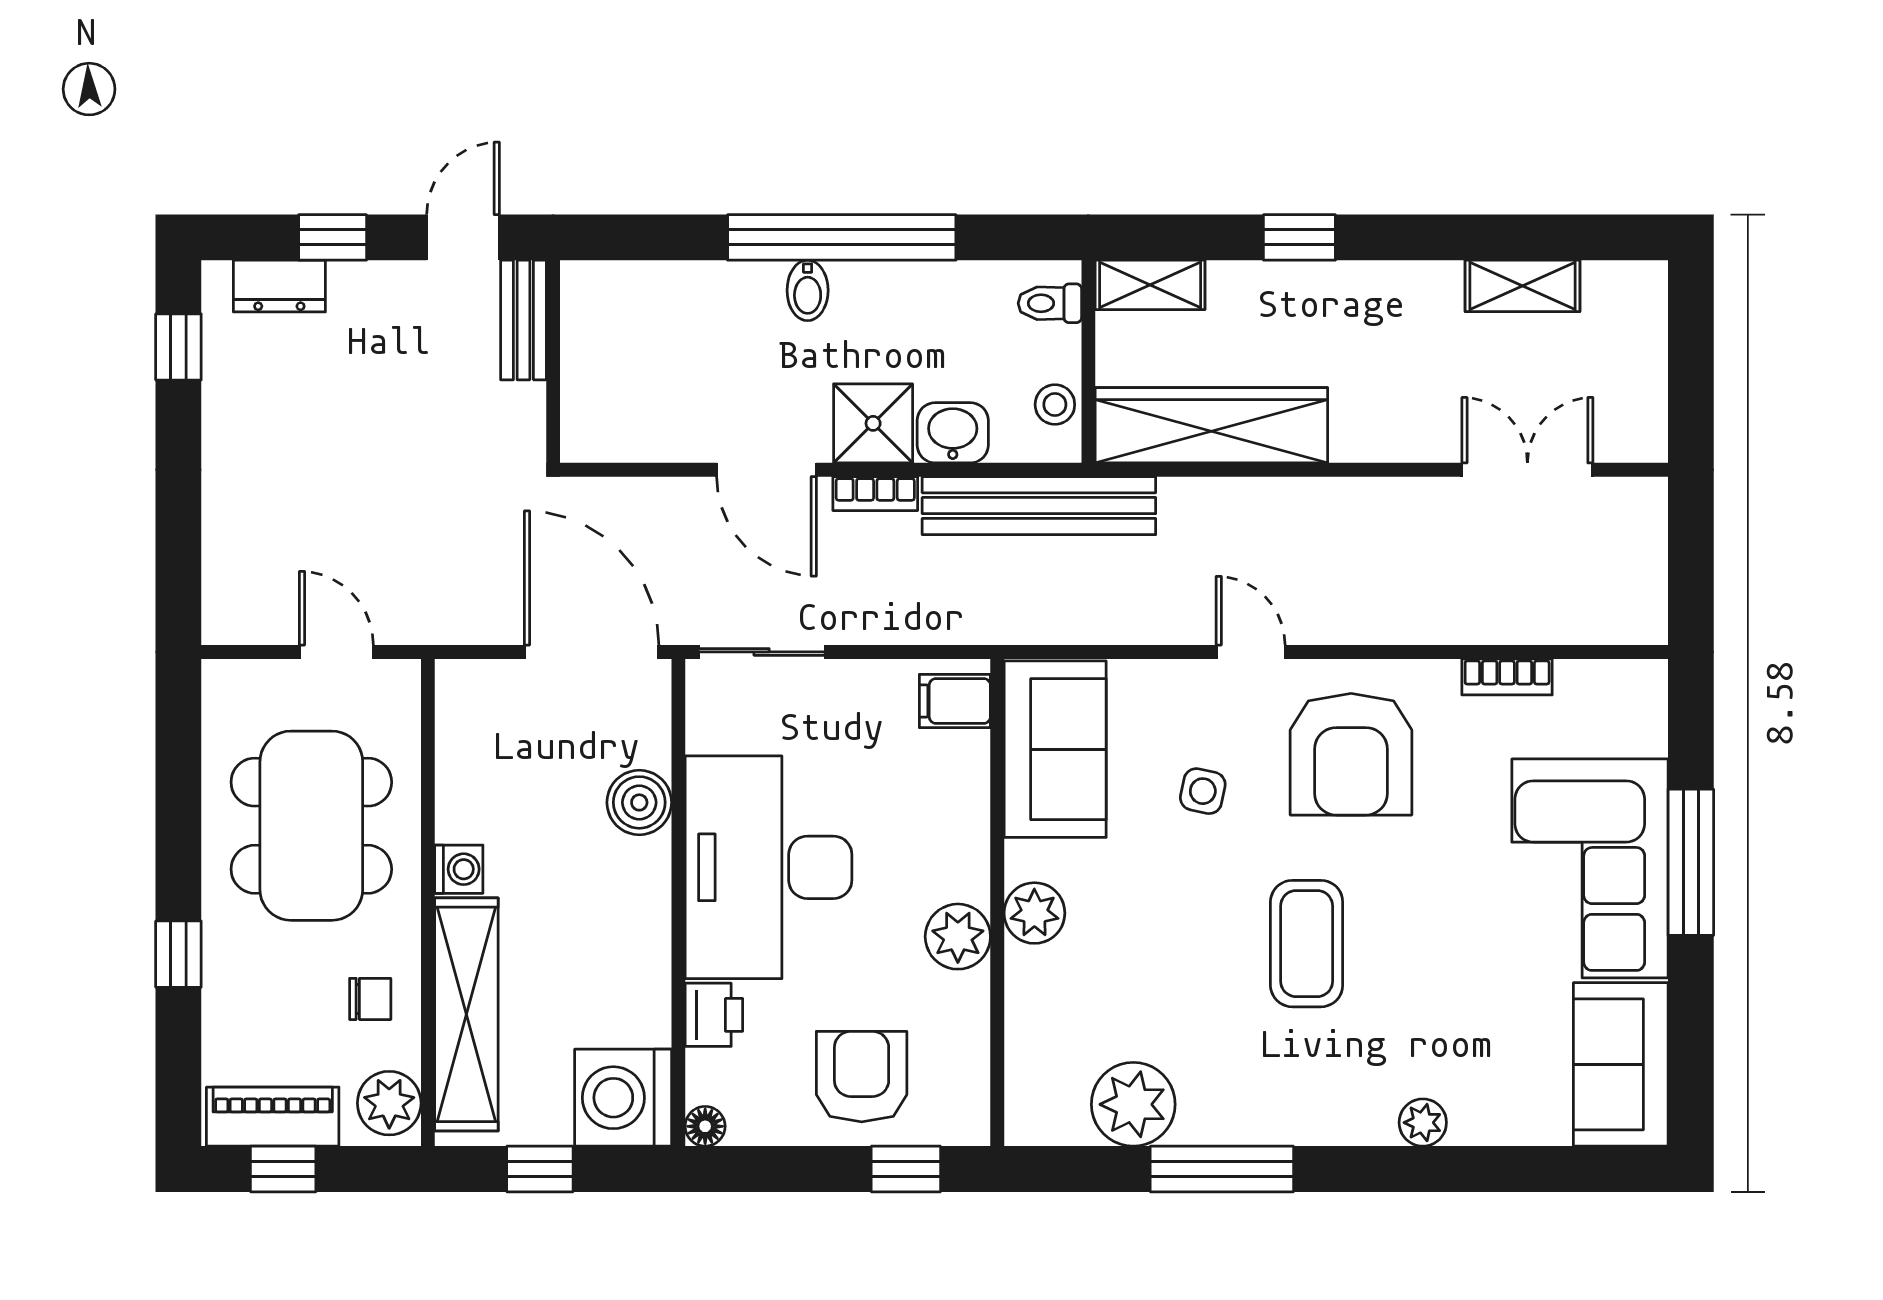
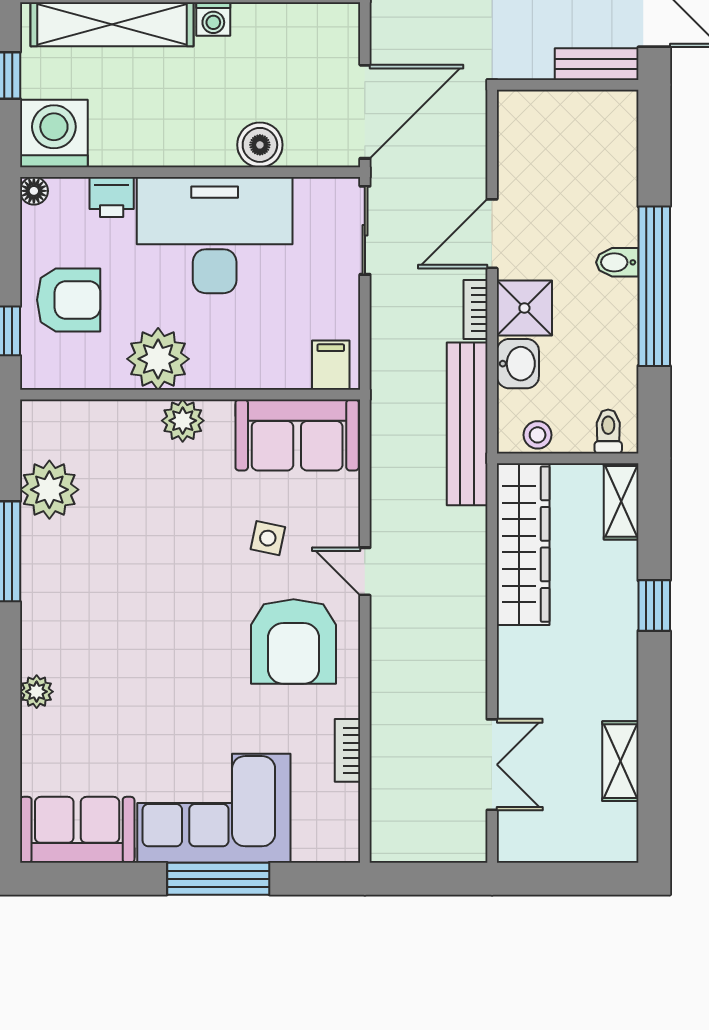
door: (1251, 652) -> (365, 571), swing flipped
armchair: (1351, 754) -> (294, 642), turned -90
plant: (958, 937) -> (158, 359), width x1.36, depth x1.36
coffee table: (1307, 944) -> (161, 611), removed

